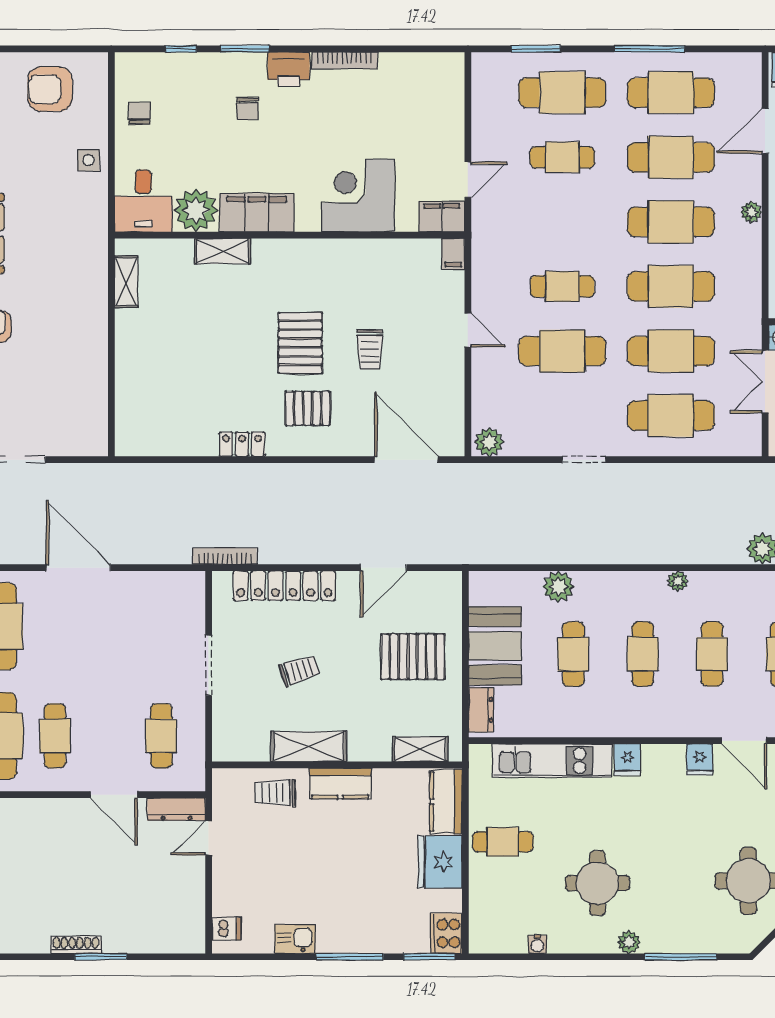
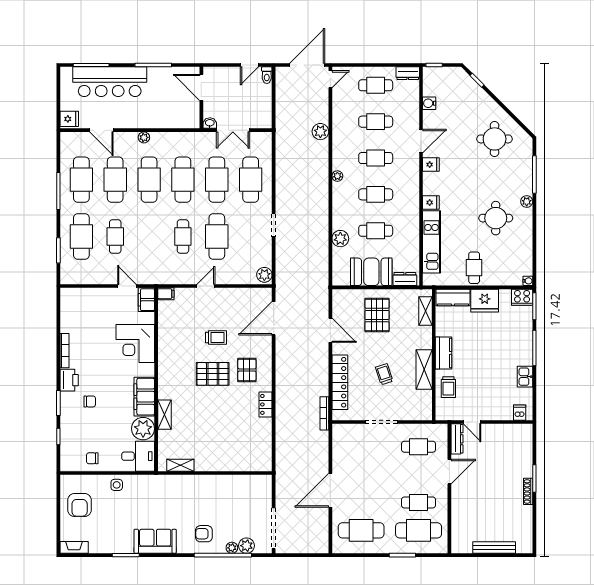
water cooler: (537, 944) -> (528, 281), moved

